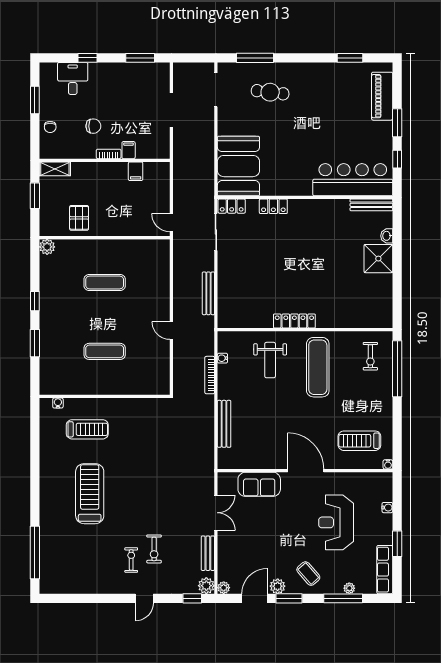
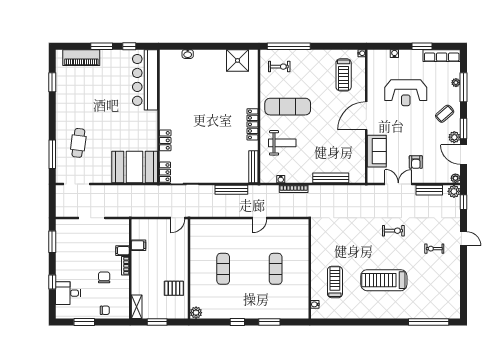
bench: (371, 205) -> (253, 167), moved
shower: (378, 259) -> (238, 60), moved
armchair: (245, 536) -> (416, 162), added
exercise bike: (154, 549) -> (393, 231), moved

